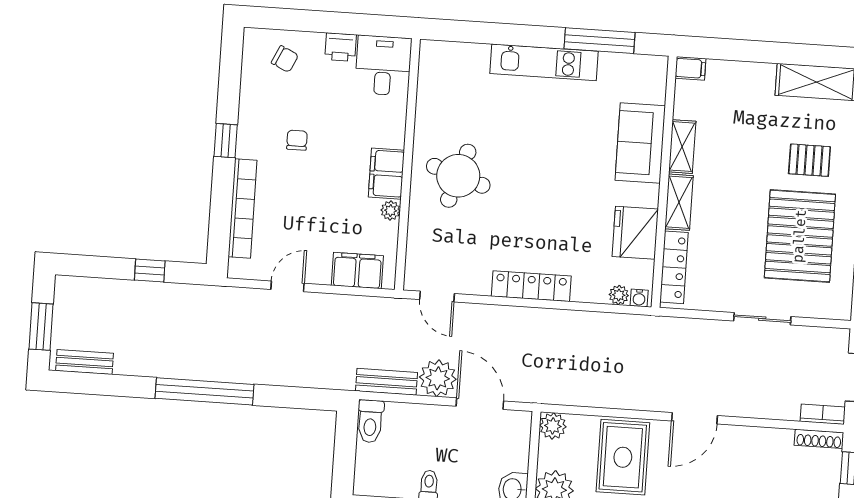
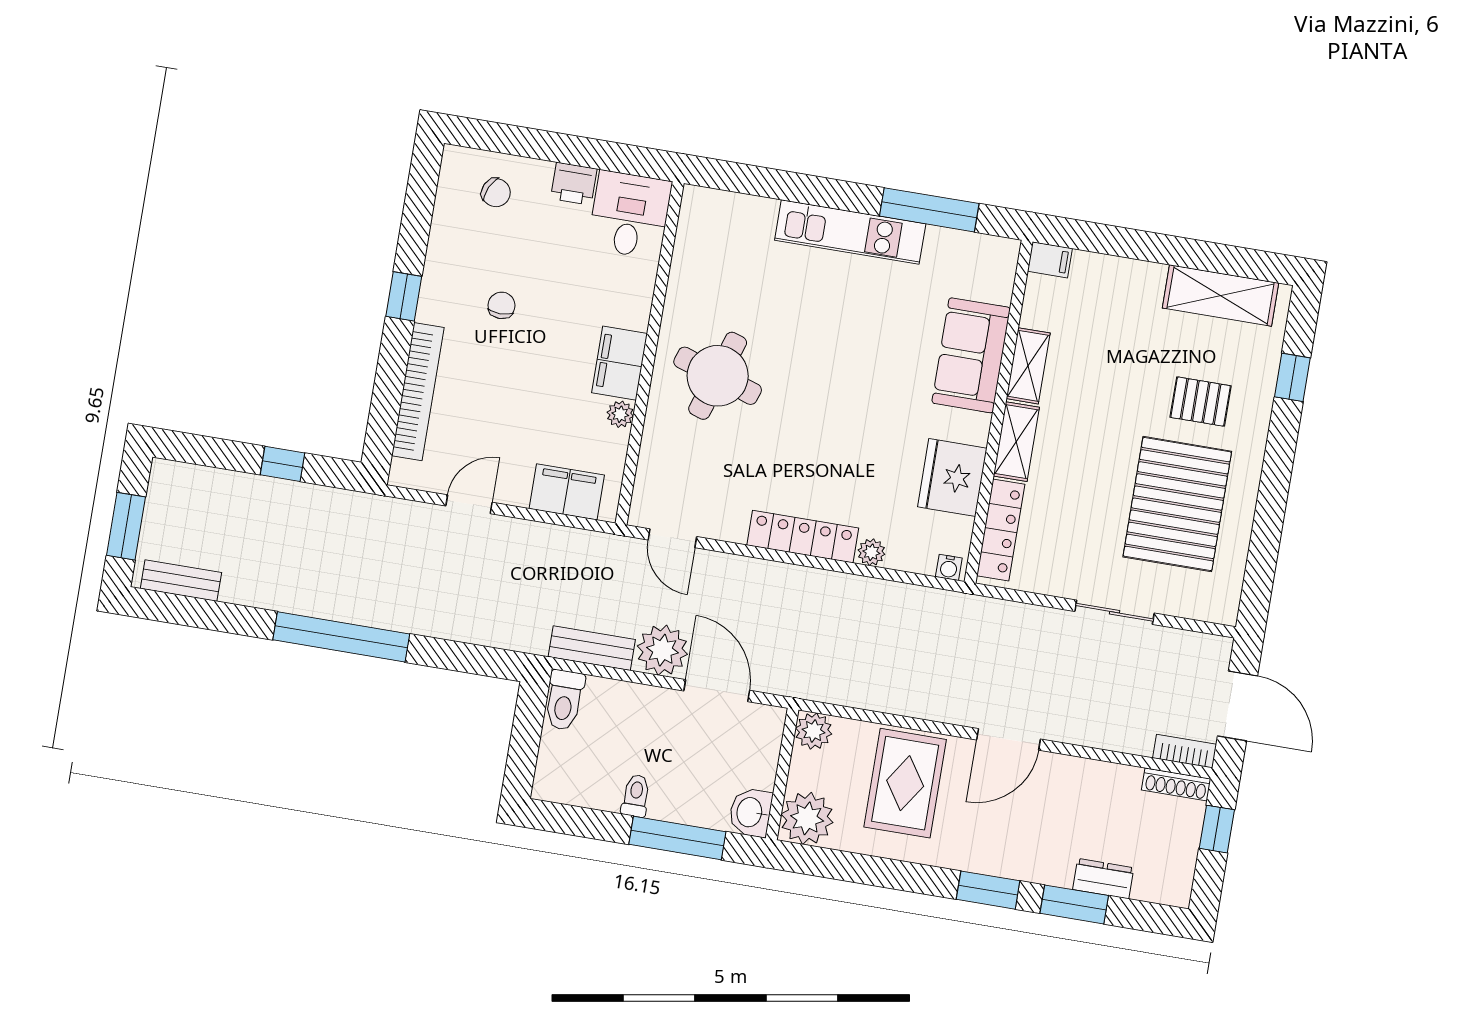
plant: (619, 295) -> (871, 552), moved

